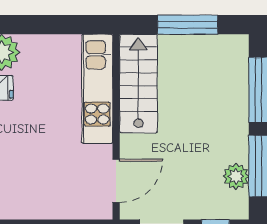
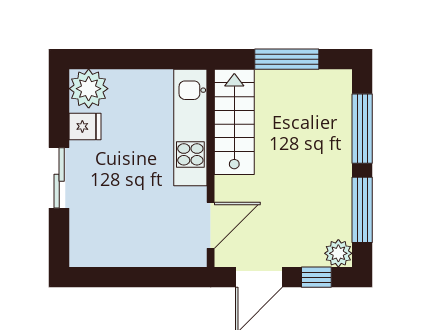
plant: (236, 176) -> (338, 253), moved

